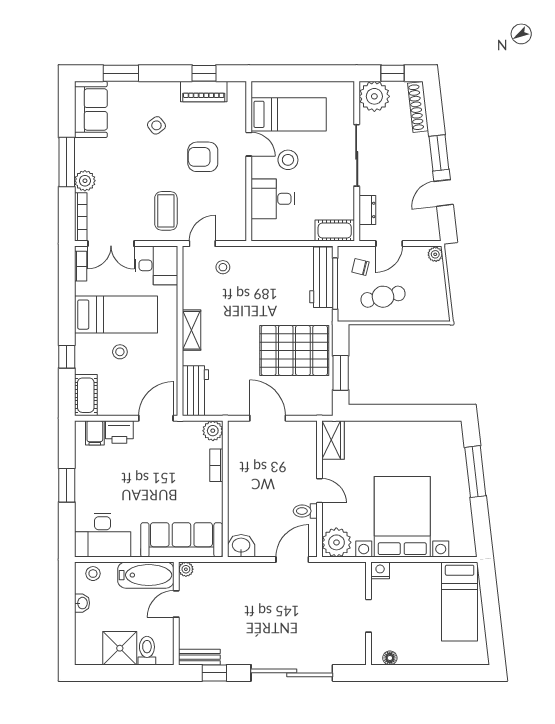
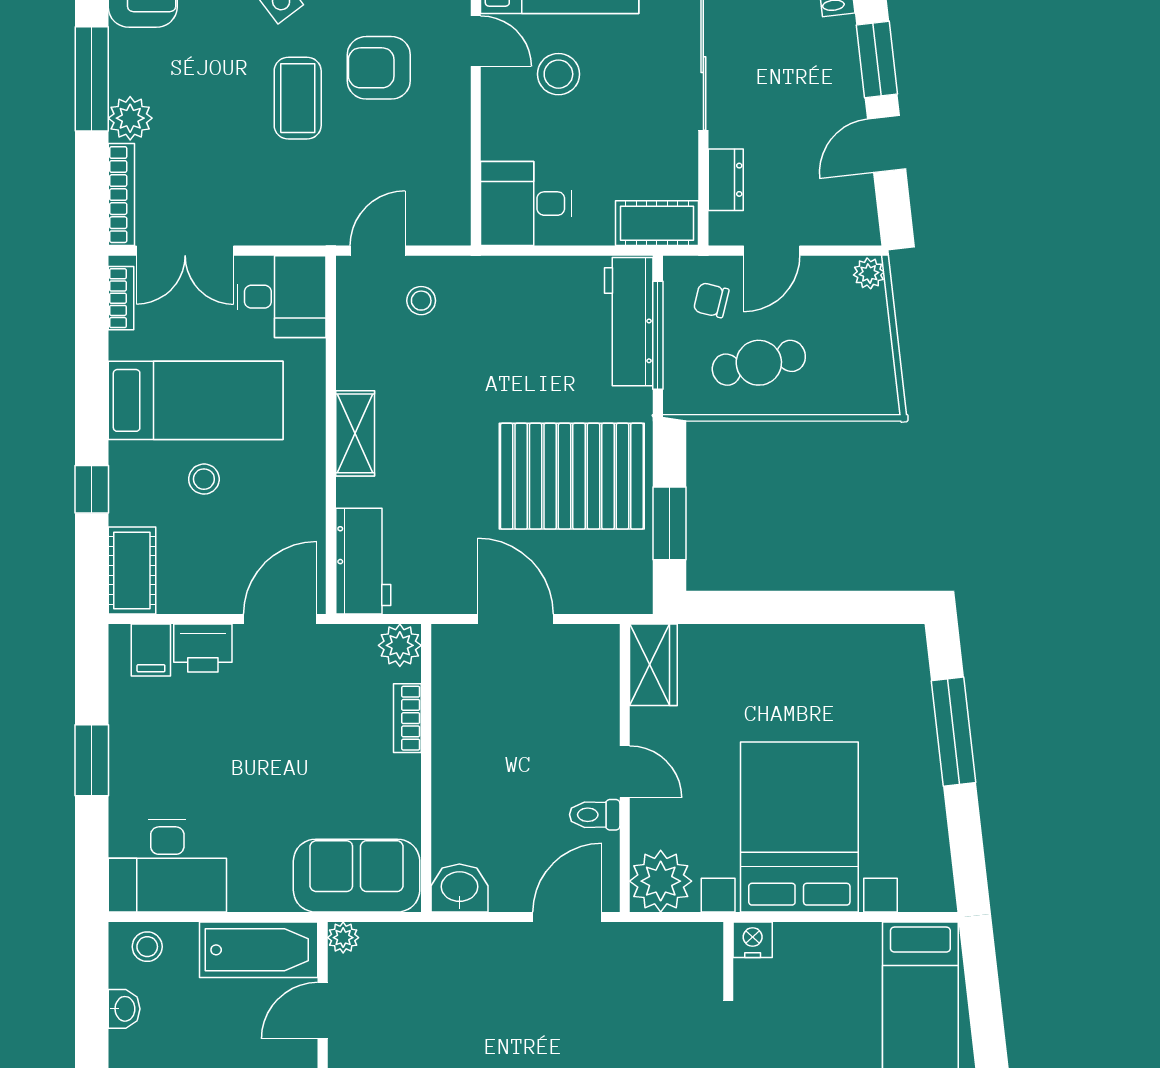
desk: (273, 199) -> (526, 204), moved
coffee table: (166, 211) -> (298, 98), moved
sofa: (181, 540) -> (357, 876), width x0.73

